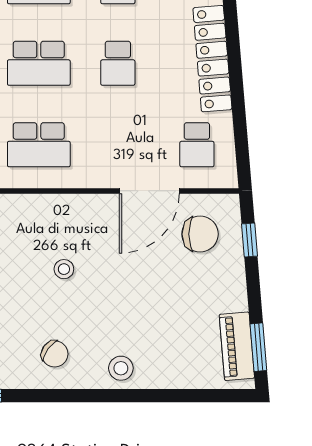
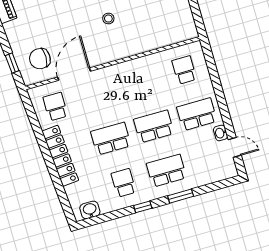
school desk: (118, 63) -> (111, 139), width x1.85
school desk: (39, 145) -> (141, 82), removed

